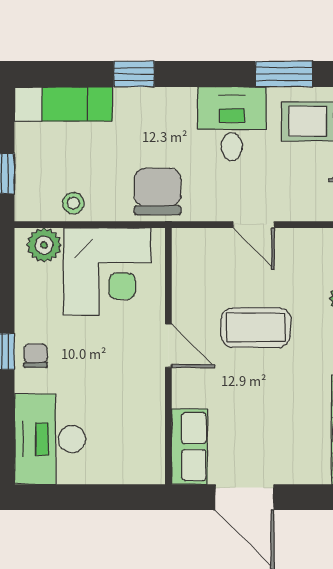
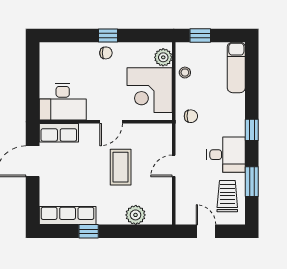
window: (134, 74) -> (252, 130), moved
chair: (158, 192) -> (191, 116), width x0.54, depth x0.54
desk: (50, 439) -> (63, 102), moved, turned 180

